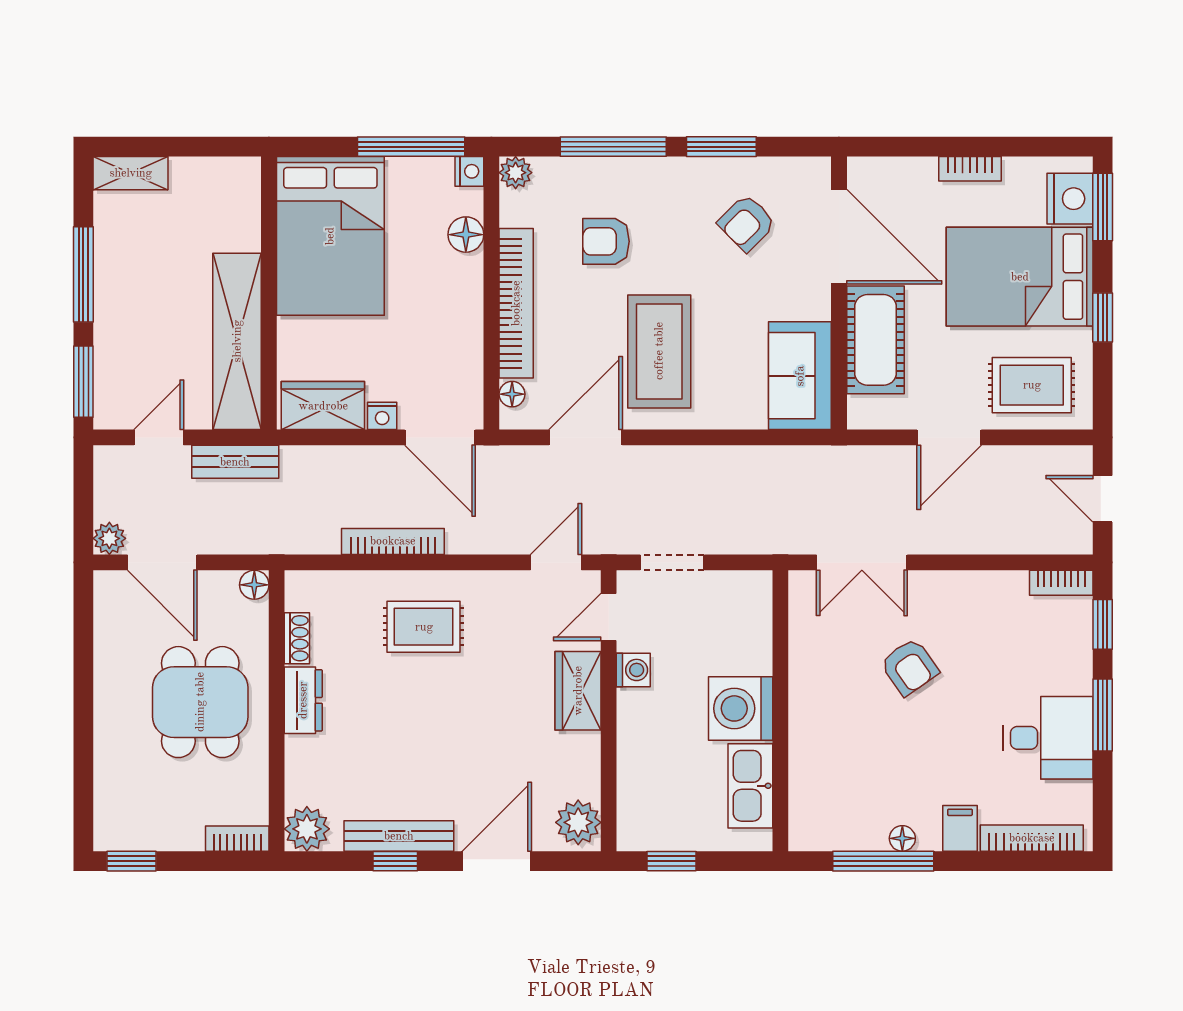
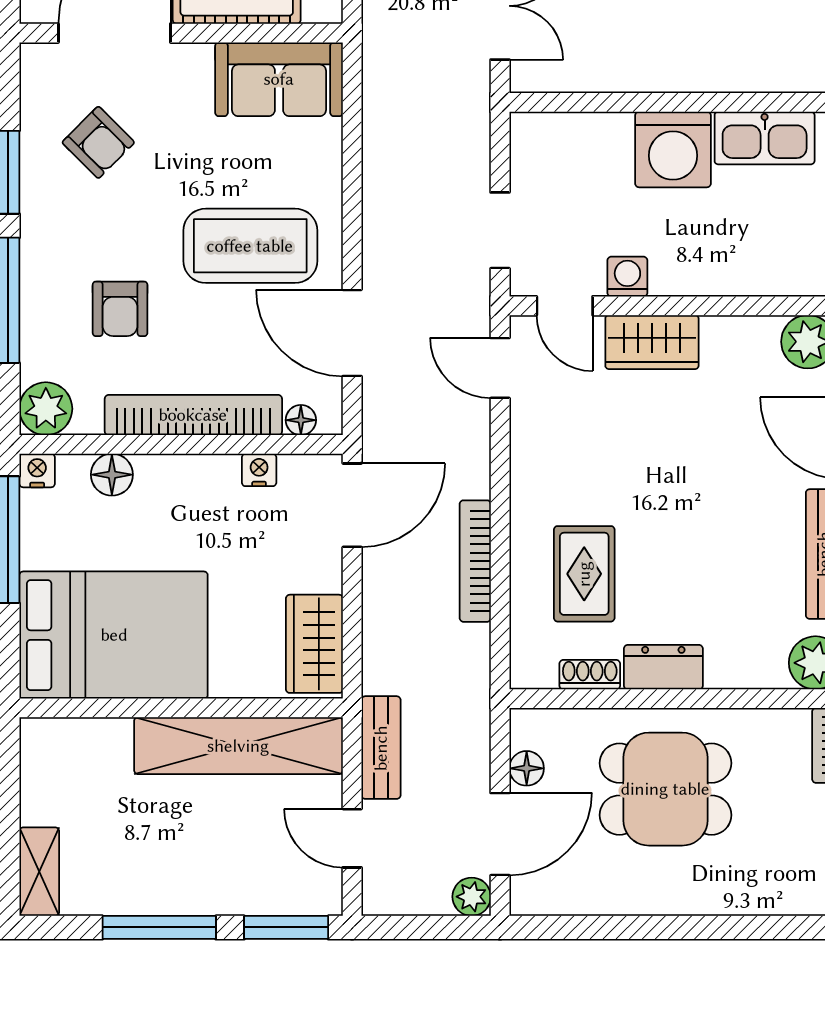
plant: (516, 173) -> (46, 409), width x1.38, depth x1.38
nightstand: (382, 416) -> (259, 470), moved, turned -90
floor lamp: (254, 585) -> (527, 768), moved
rug: (424, 627) -> (584, 574), moved

